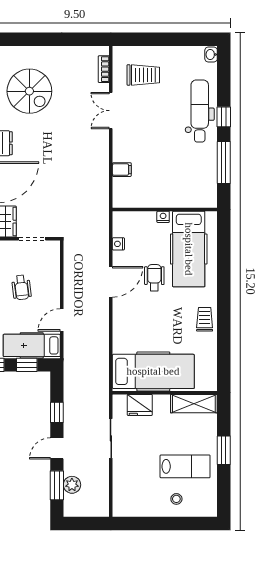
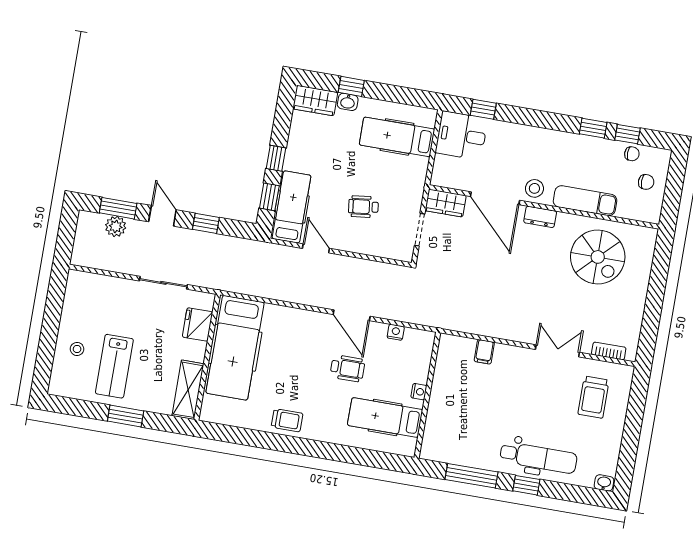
spiral stairs: (29, 91) -> (598, 257), turned -90
hospital bed: (189, 249) -> (385, 417), width x0.73, depth x0.78

